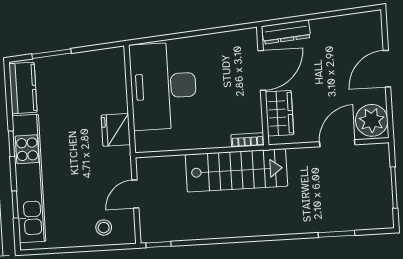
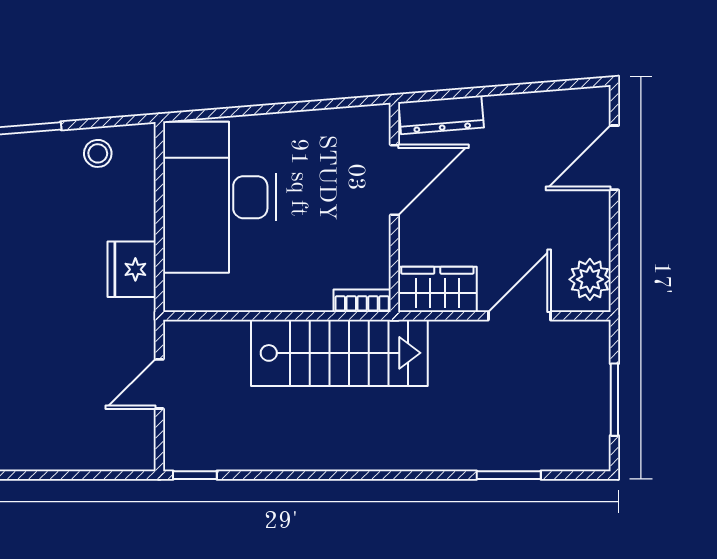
door: (387, 69) -> (614, 158), moved
wardrobe: (279, 113) -> (437, 289), moved, turned -90
plant: (372, 120) -> (590, 279), width x0.73, depth x0.73
stool: (104, 228) -> (98, 153), moved

